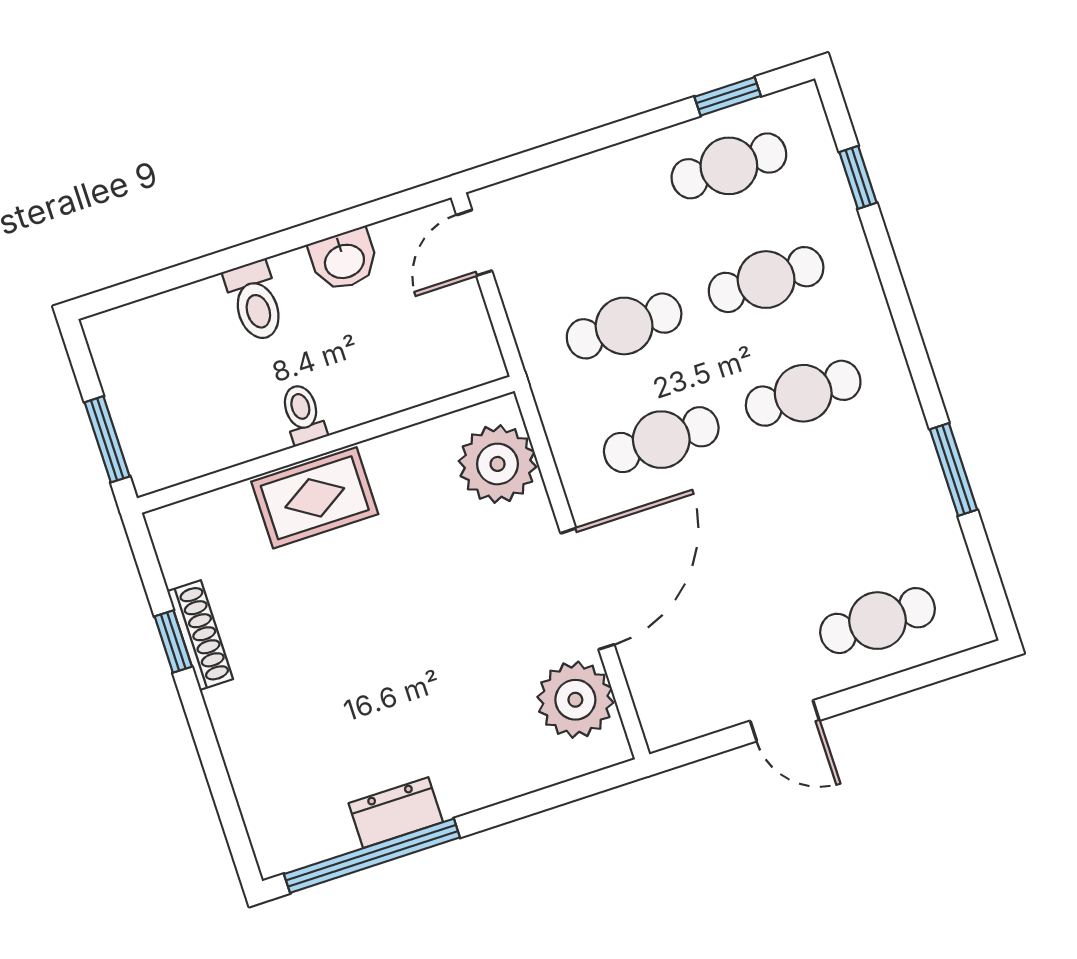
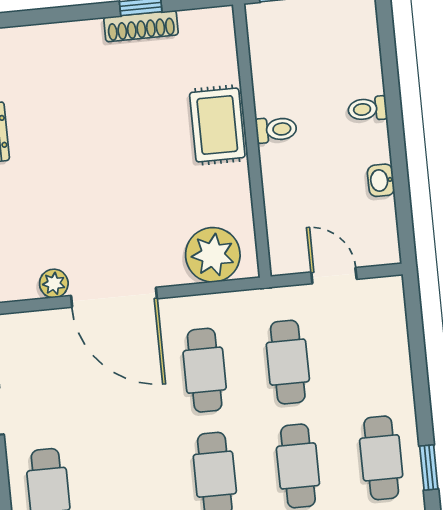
door: (474, 243) -> (334, 276), moved
washbasin: (344, 260) -> (381, 180), width x0.72, depth x0.69
toilet: (255, 301) -> (367, 109), width x0.73, depth x0.72
plant: (575, 700) -> (54, 283), width x0.53, depth x0.53

